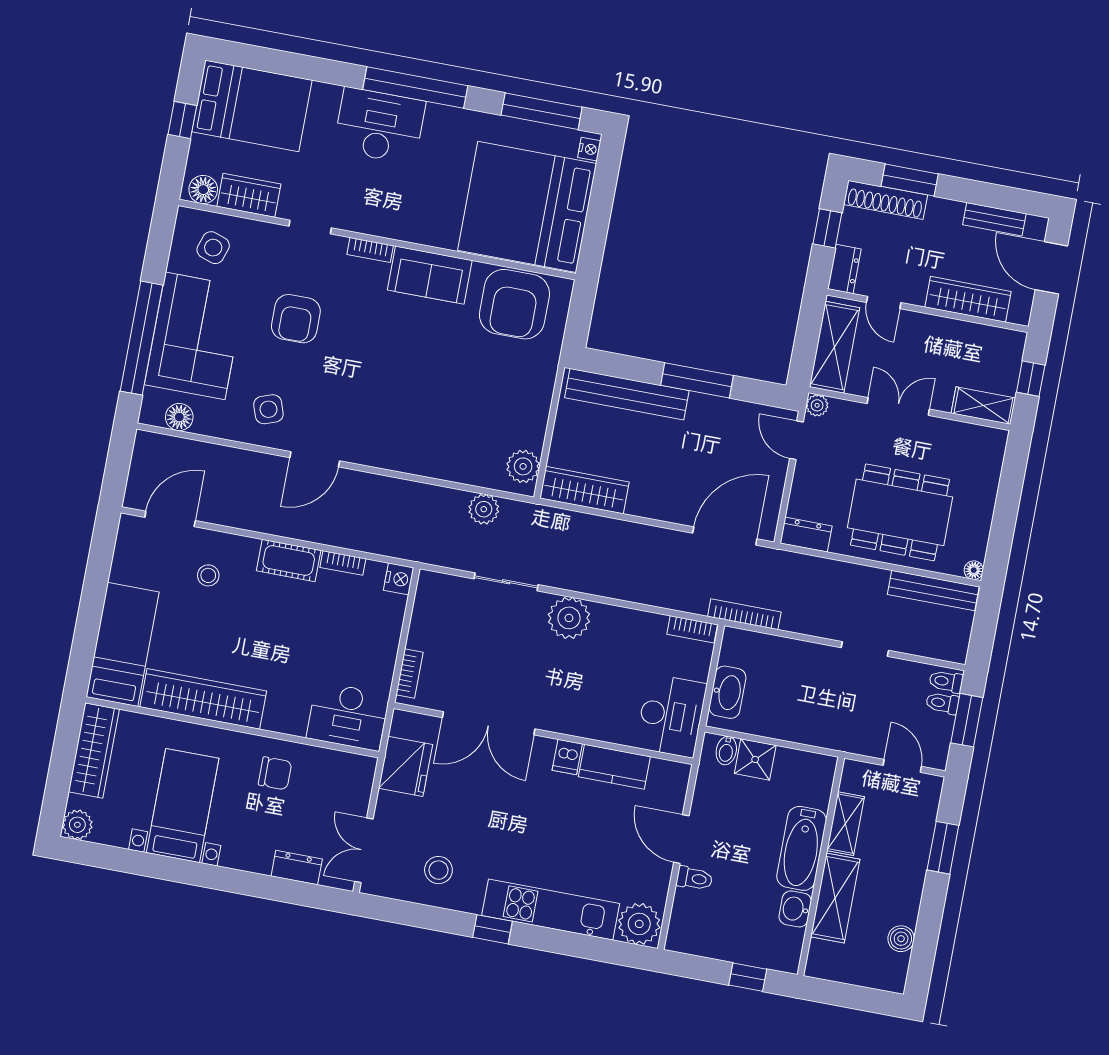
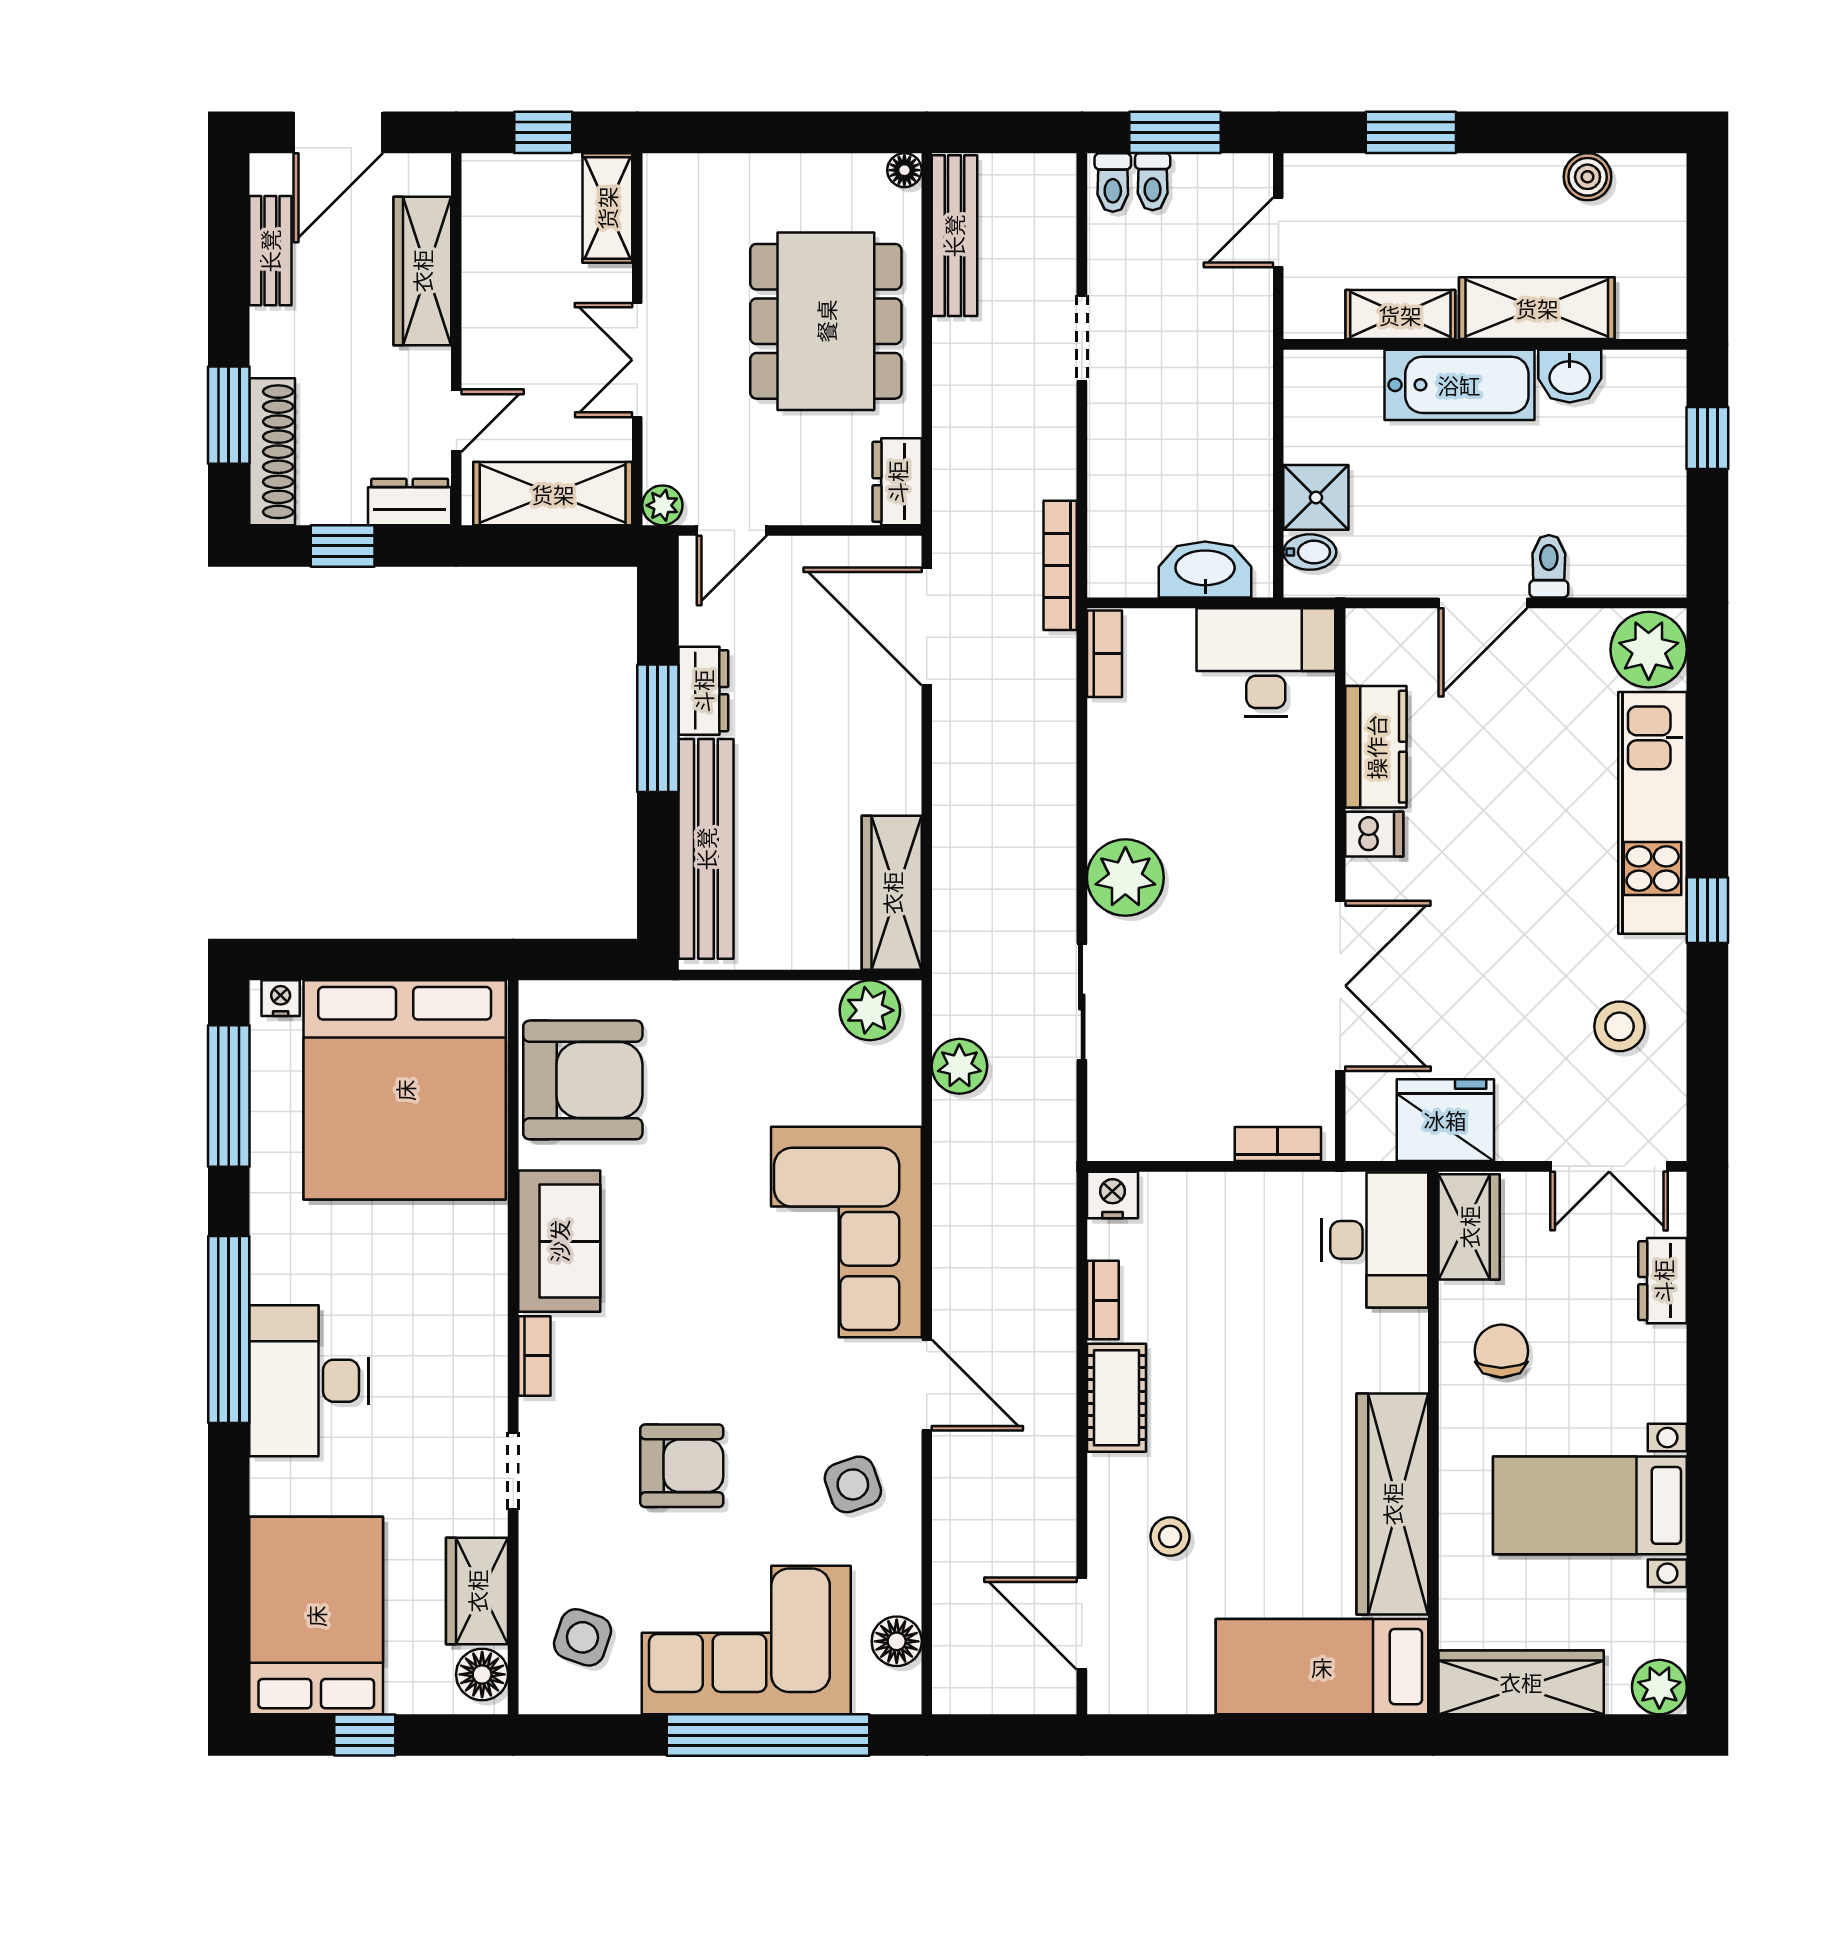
dresser: (713, 409) -> (703, 691), added
corner sofa: (406, 431) -> (846, 1232), added
wardrobe: (345, 768) -> (1469, 1227), added

